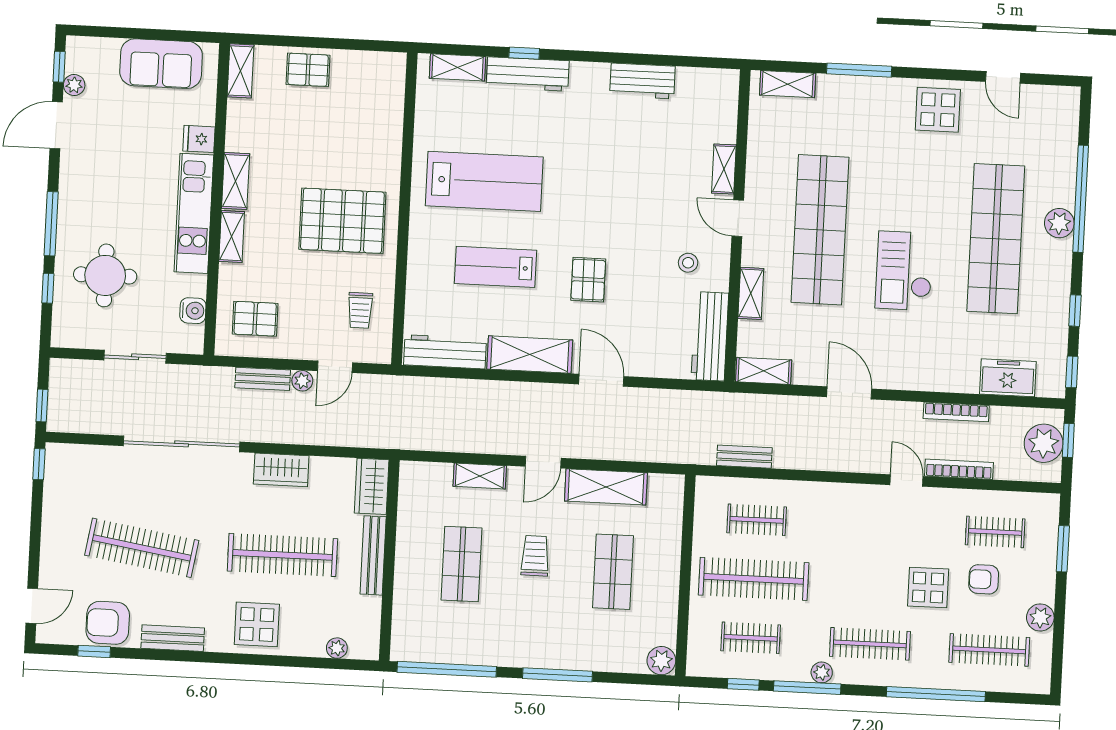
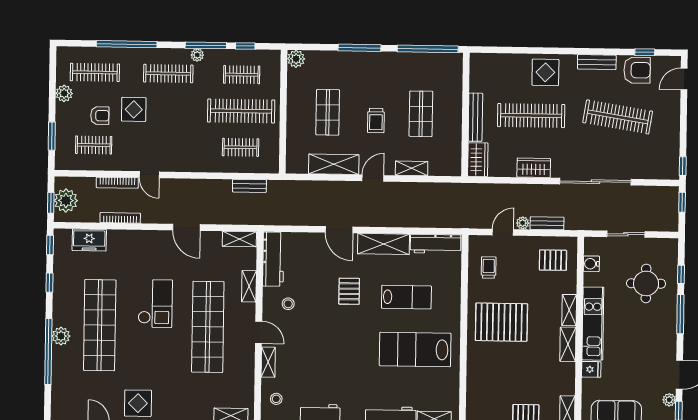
stool: (713, 109) -> (276, 399), added
plant: (337, 648) -> (496, 59), removed

